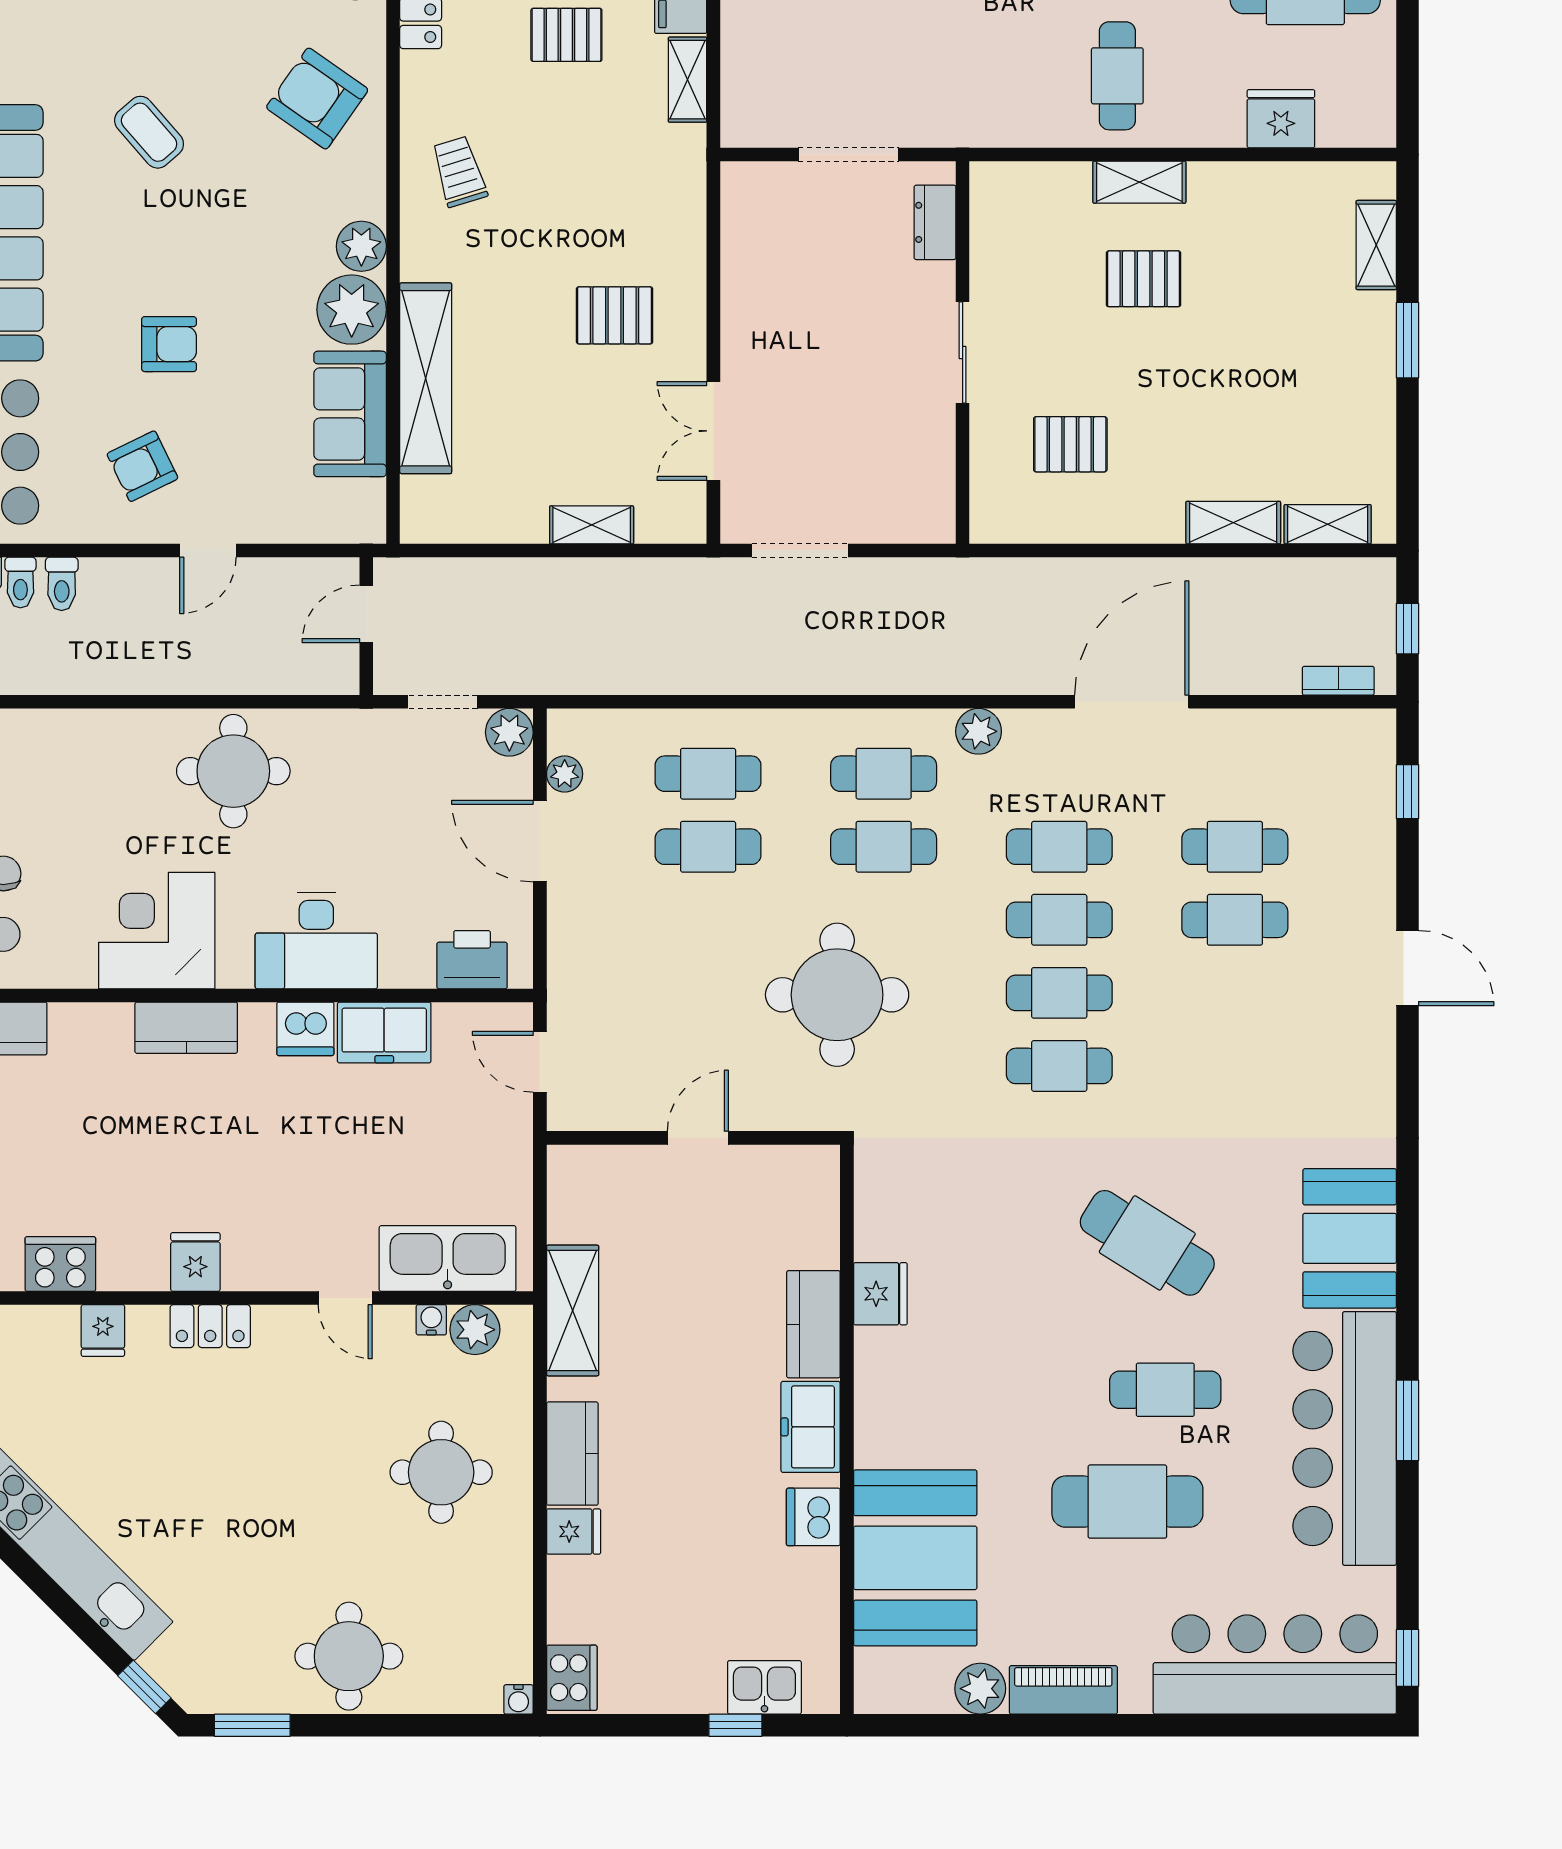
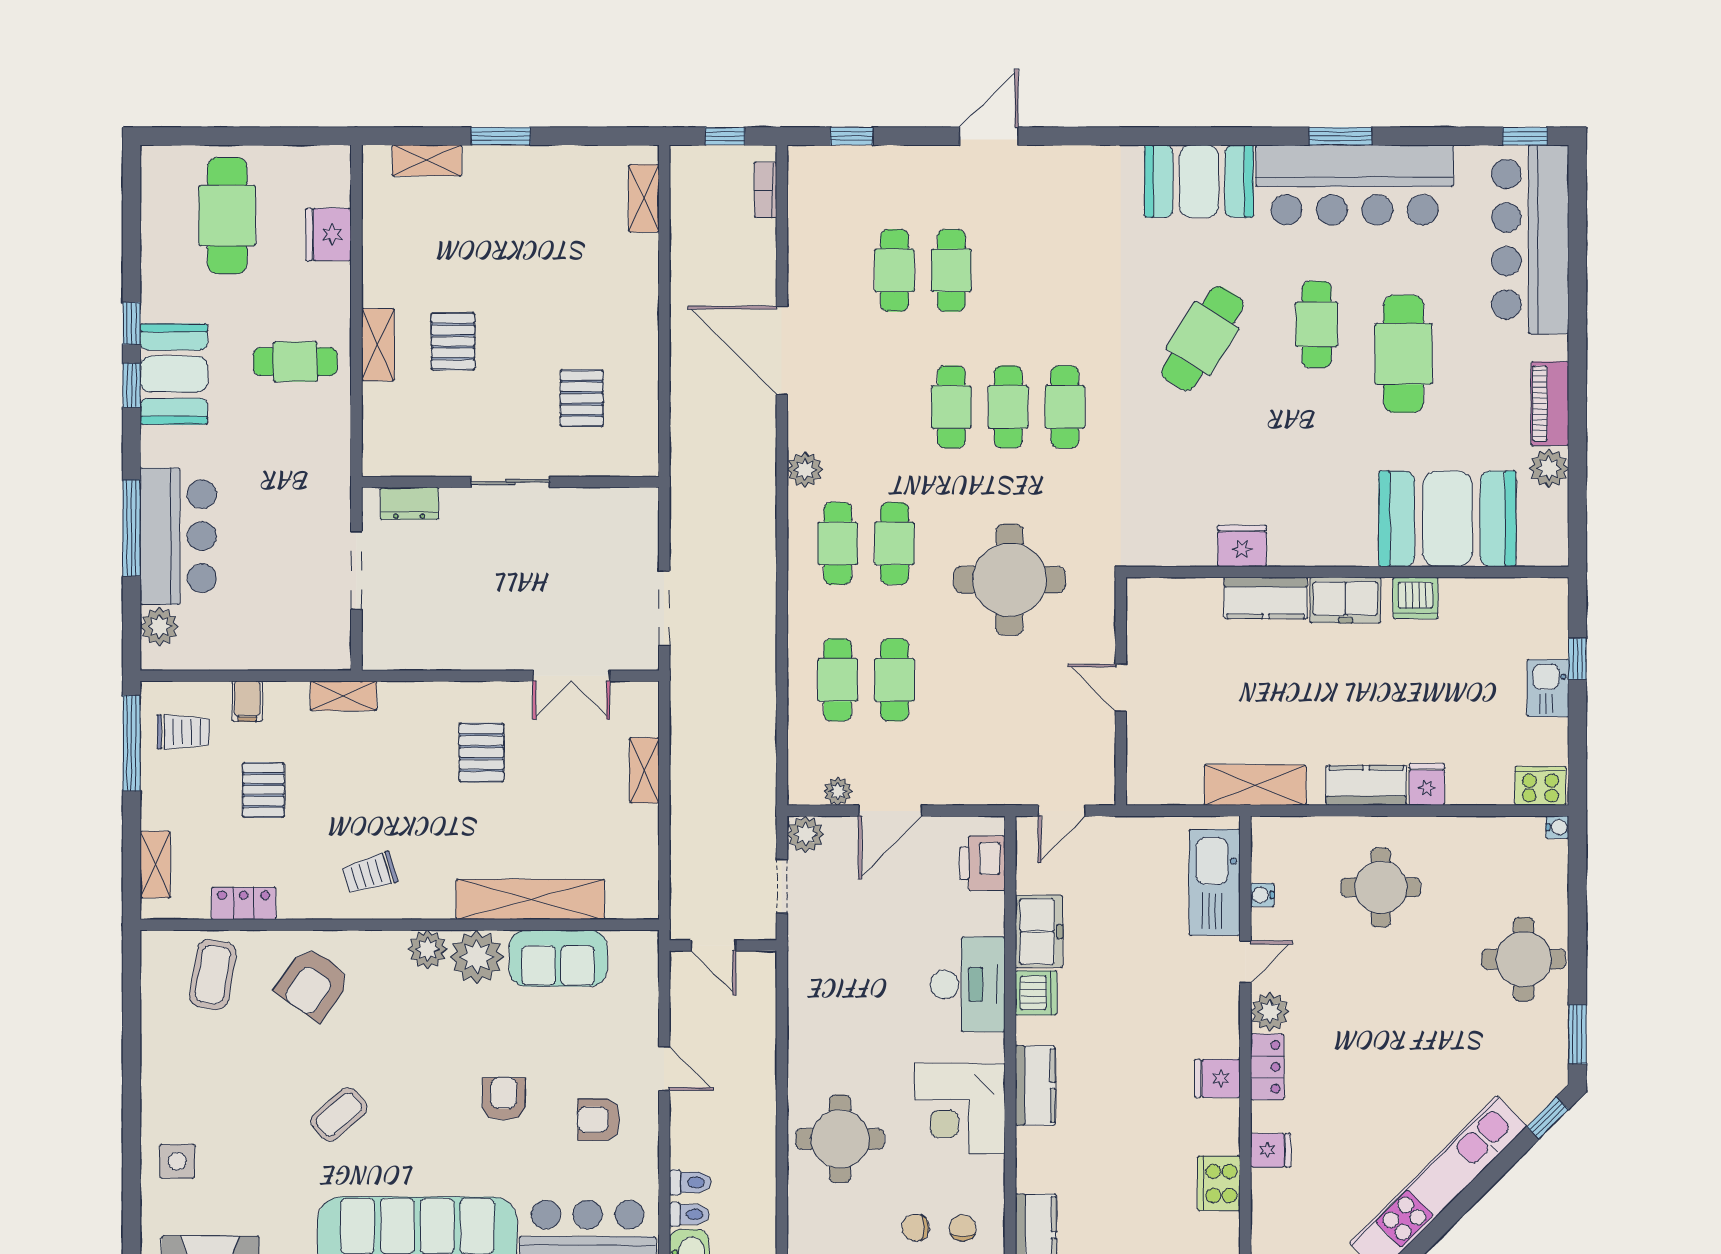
shelving: (688, 80) -> (344, 696), moved
armchair: (142, 466) -> (599, 1120), turned 116
shelving: (1233, 523) -> (643, 272), removed
round table: (233, 771) -> (840, 1139), moved
cafe table: (1059, 847) -> (895, 407), removed
plant: (475, 1330) -> (1270, 1012), moved
kitchen sink: (764, 1687) -> (1548, 688), moved

